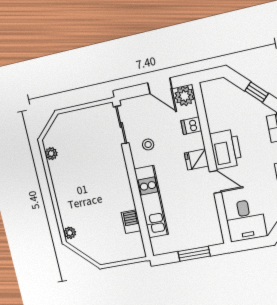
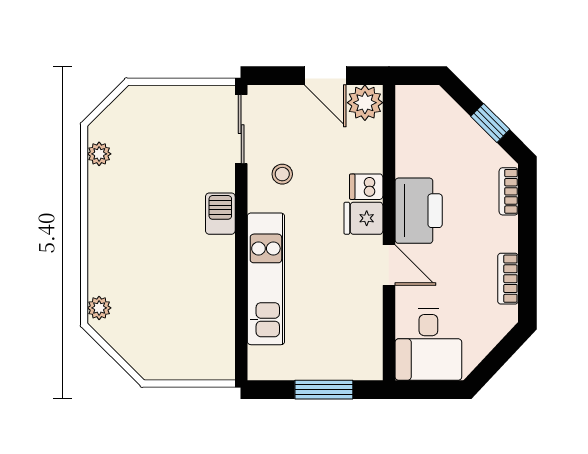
dishwasher: (191, 126) -> (366, 187), moved
barbecue: (131, 222) -> (220, 214), moved

